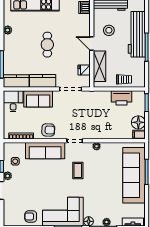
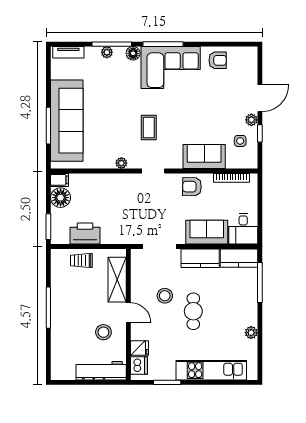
workbench: (137, 34) -> (63, 326), removed
stool: (67, 55) -> (165, 296), added
fridge: (84, 70) -> (140, 348), moved
sofa: (45, 151) -> (204, 157), width x0.73

